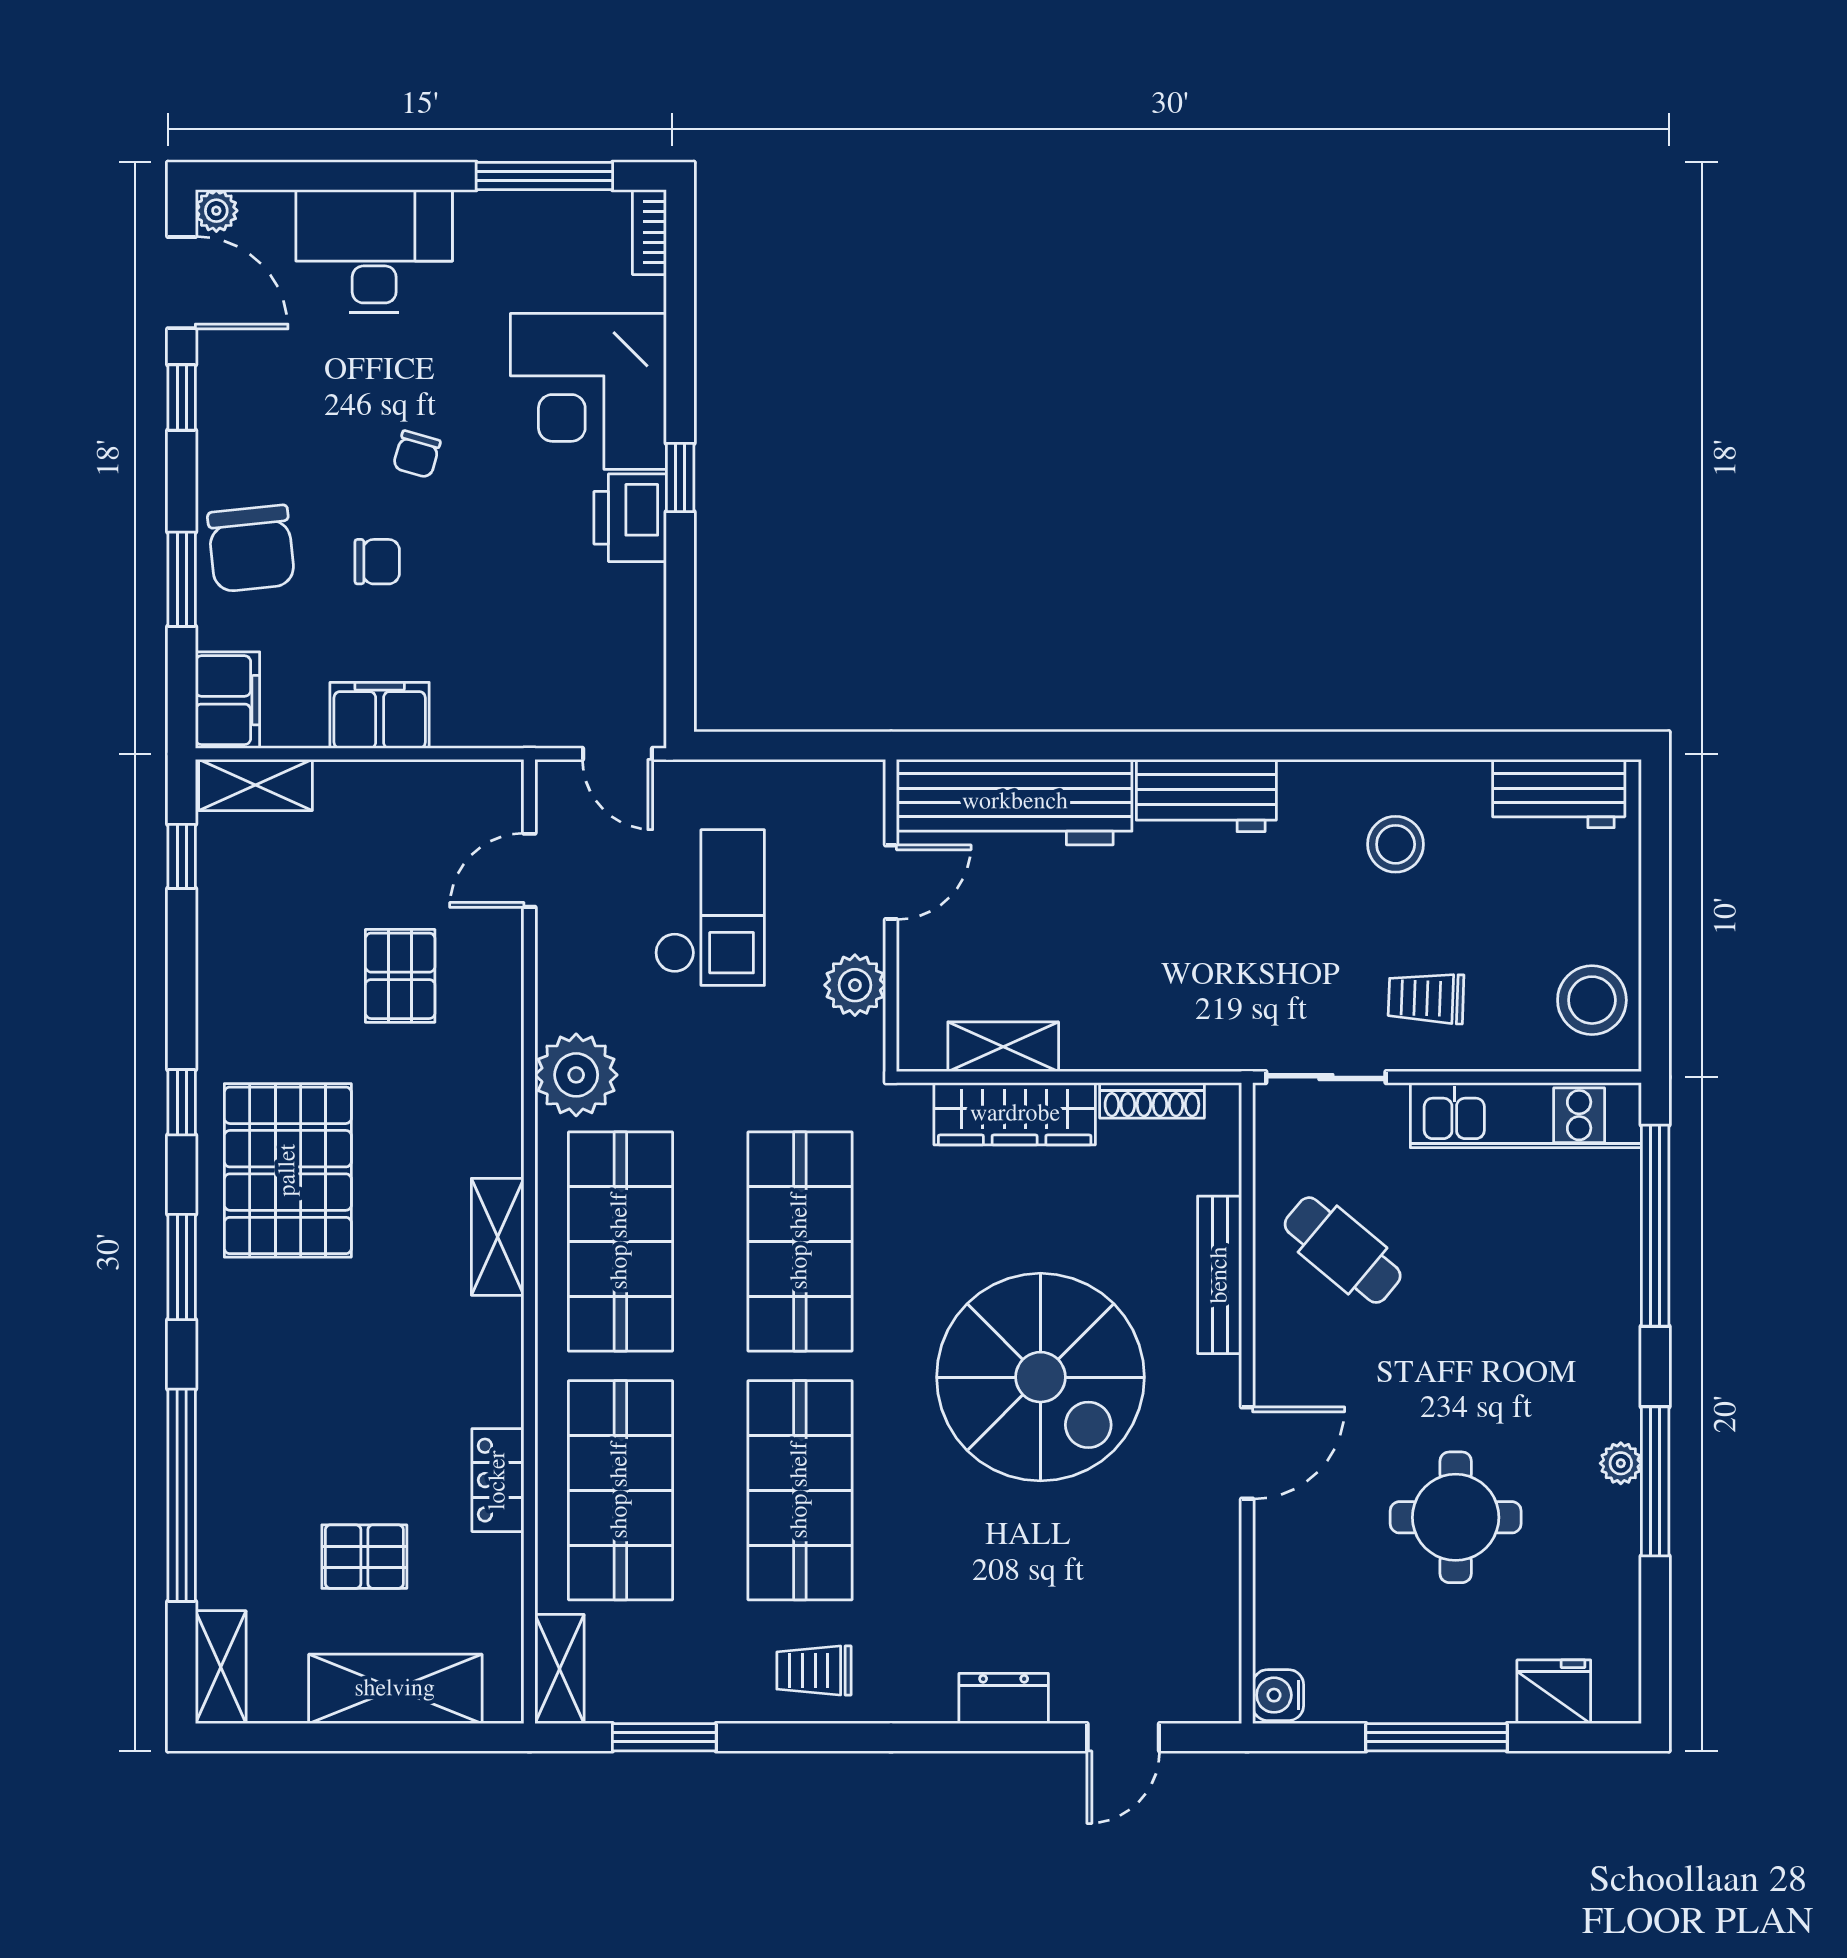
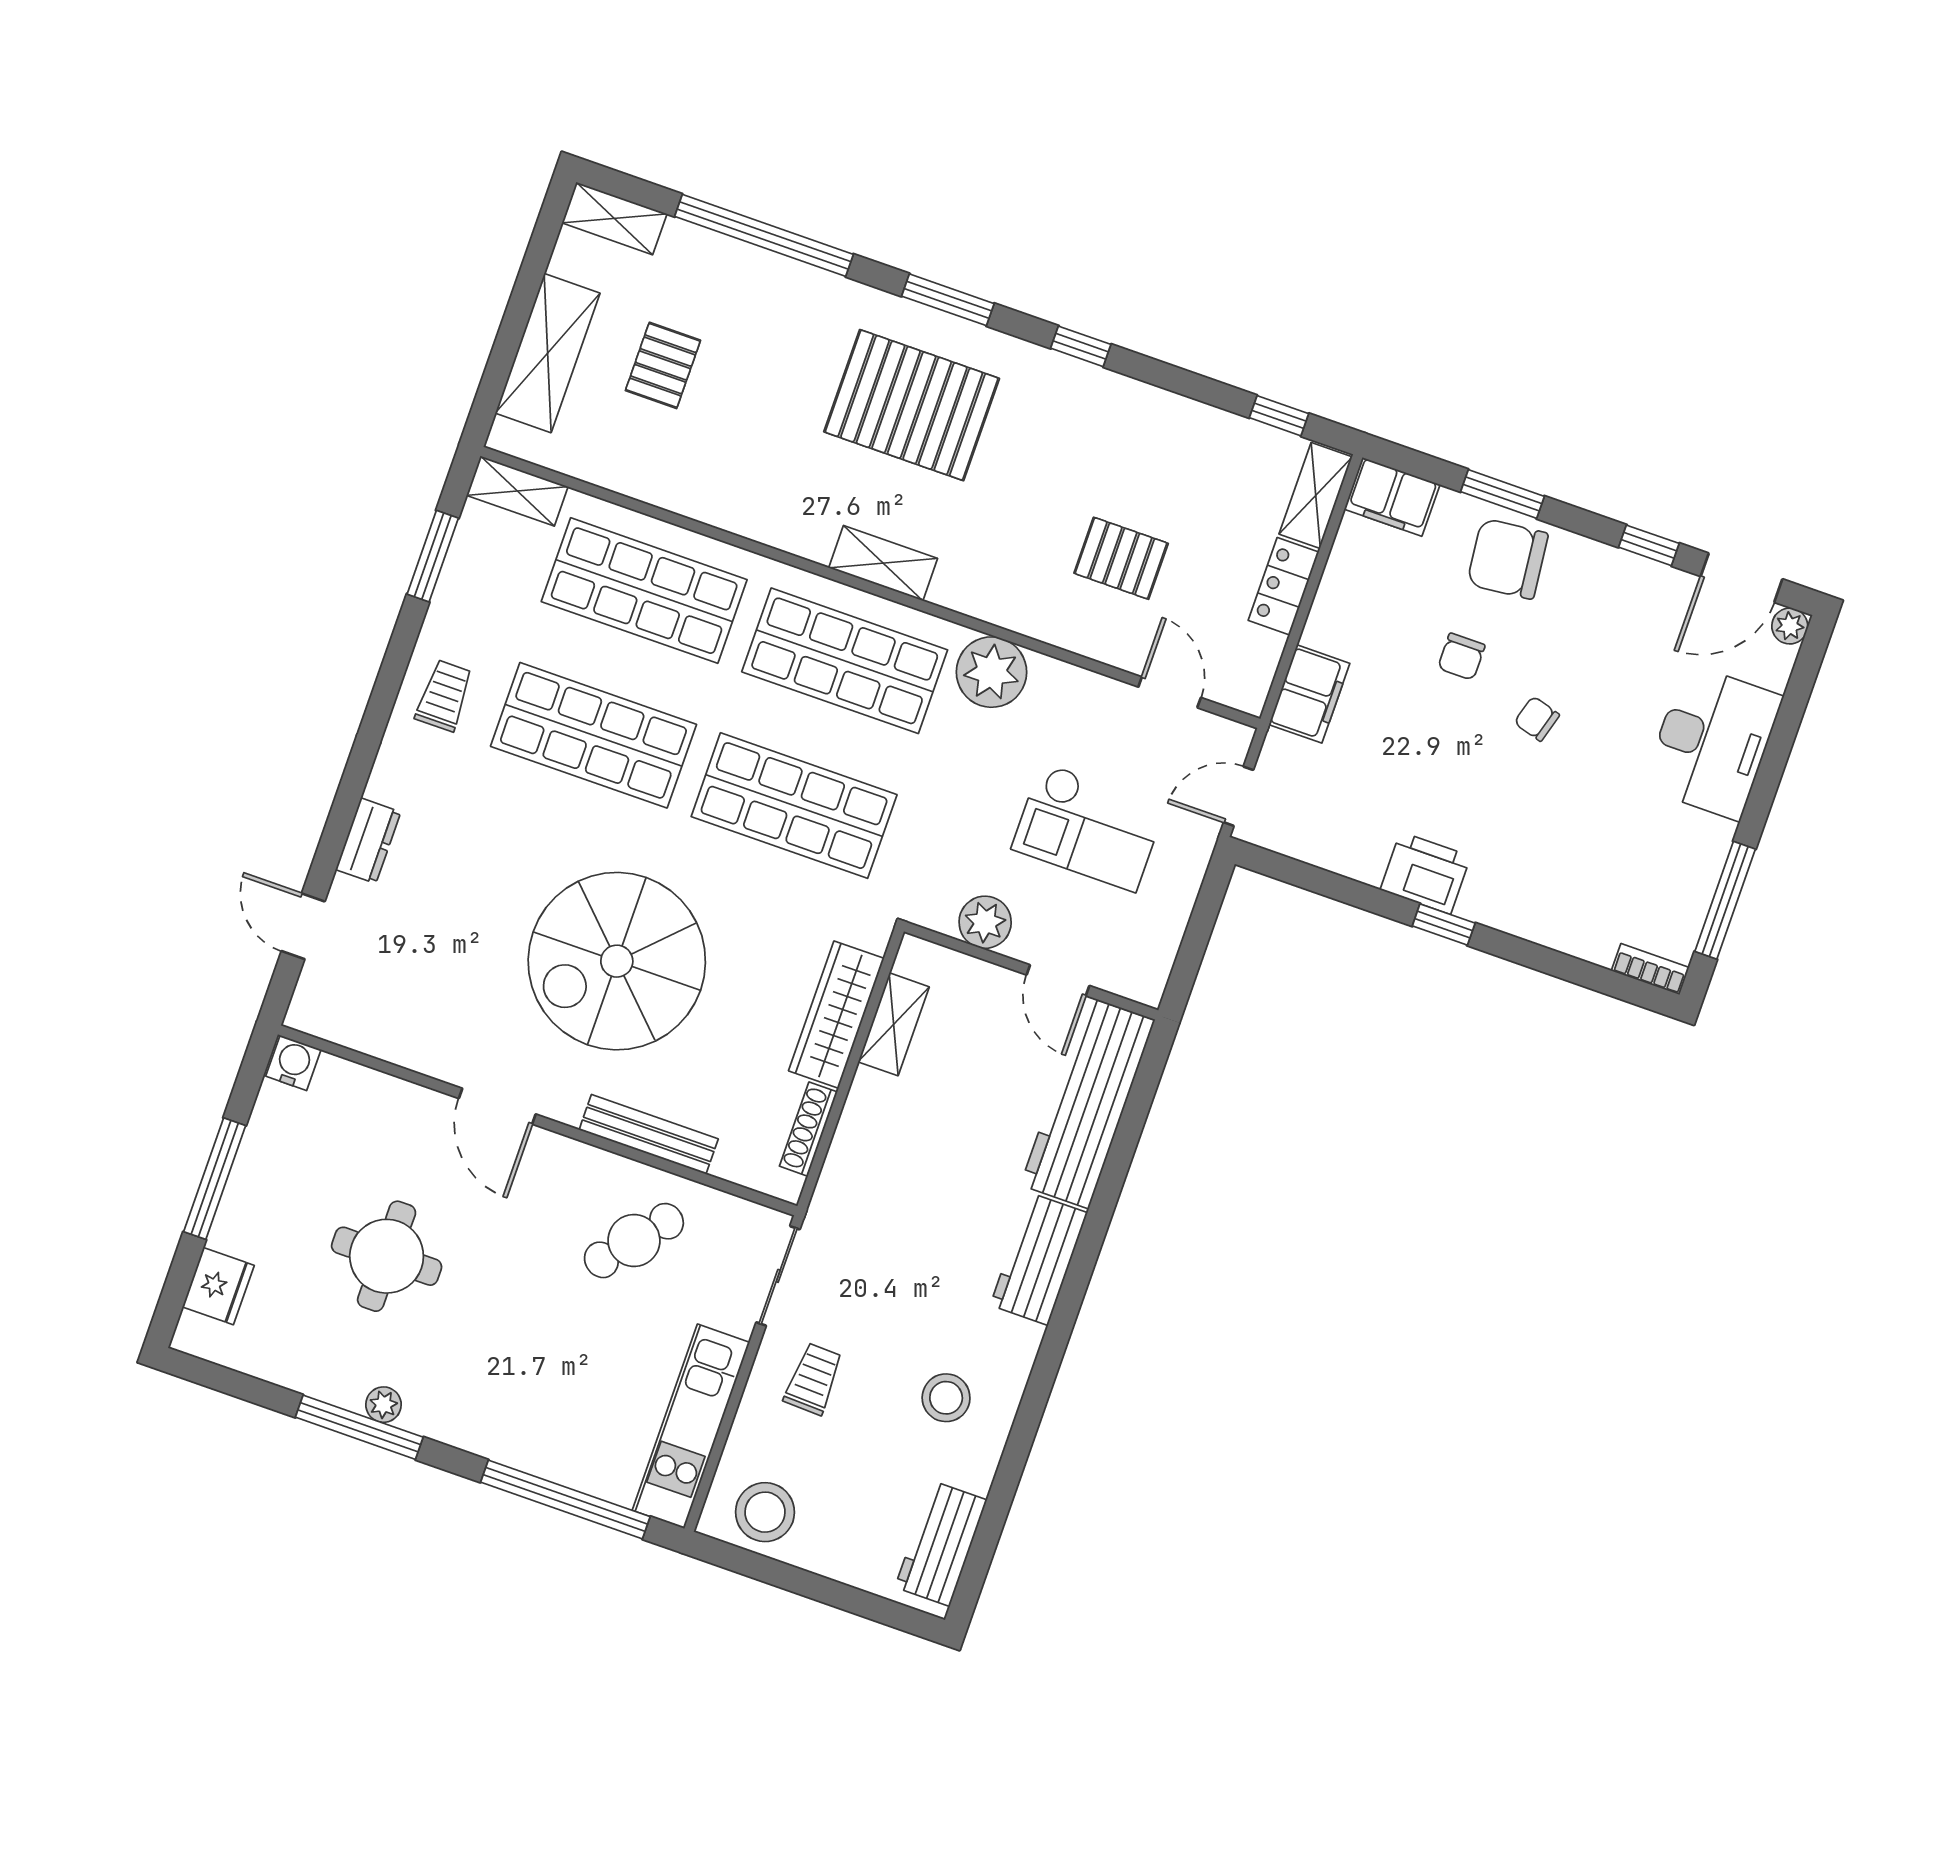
corner desk: (588, 391) -> (1539, 875), removed
filing cabinet: (380, 715) -> (1309, 694), moved
pallet: (288, 1170) -> (912, 405), moved
locker: (498, 1480) -> (1284, 586), moved, turned -90

